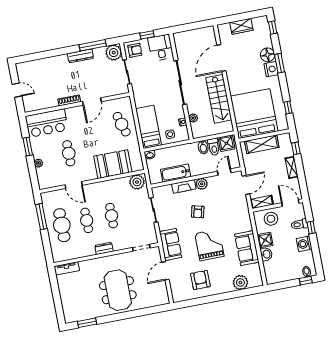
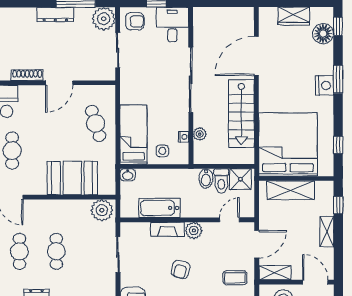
floor lamp: (268, 55) -> (323, 34), moved
coffee table: (235, 210) -> (235, 278), added

